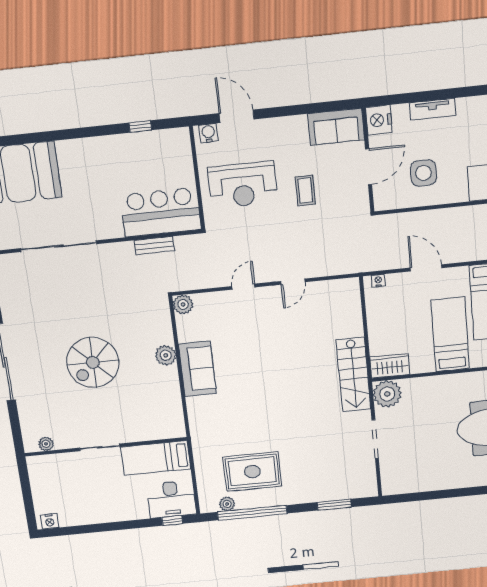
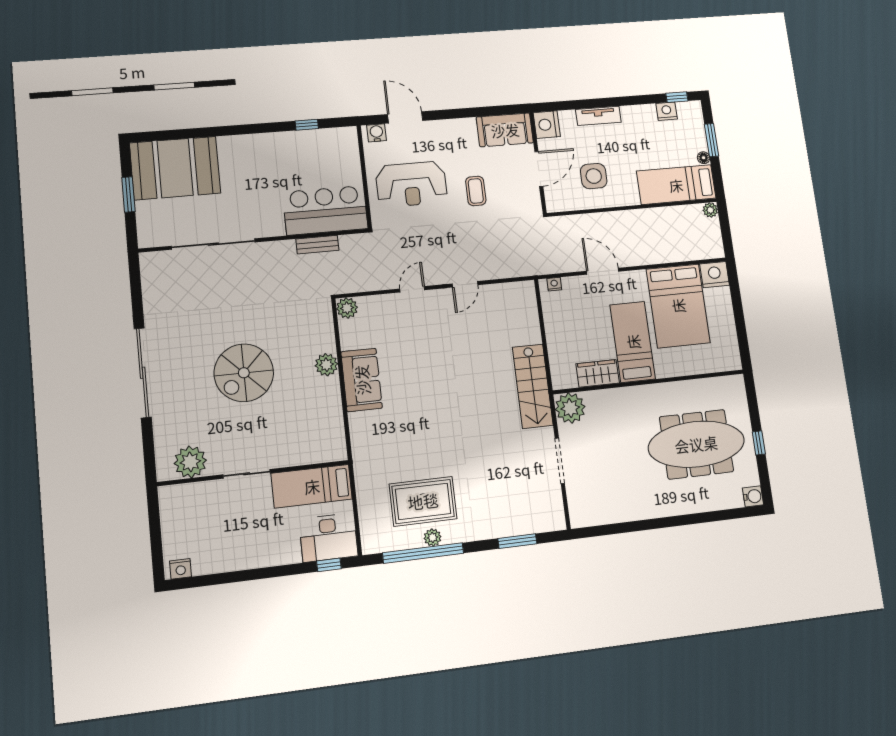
wardrobe: (390, 366) -> (598, 373), moved
plant: (46, 444) -> (190, 462), width x1.88, depth x1.88
plant: (227, 504) -> (433, 537), moved

